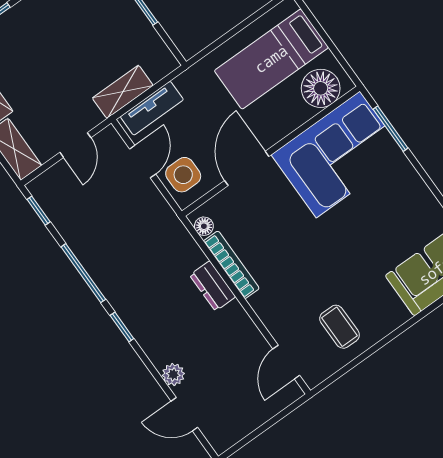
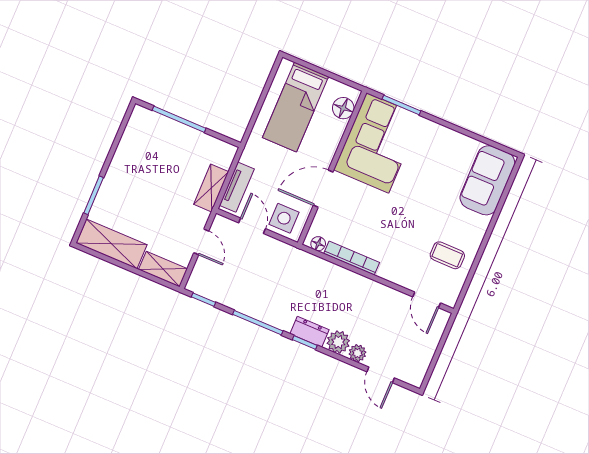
floor lamp: (321, 88) -> (343, 108), width x0.73, depth x0.73
door: (247, 168) -> (323, 189), hinge flipped
dresser: (213, 286) -> (310, 332), moved, turned 180
plant: (160, 349) -> (338, 342), added
door: (184, 414) -> (381, 375), hinge flipped

